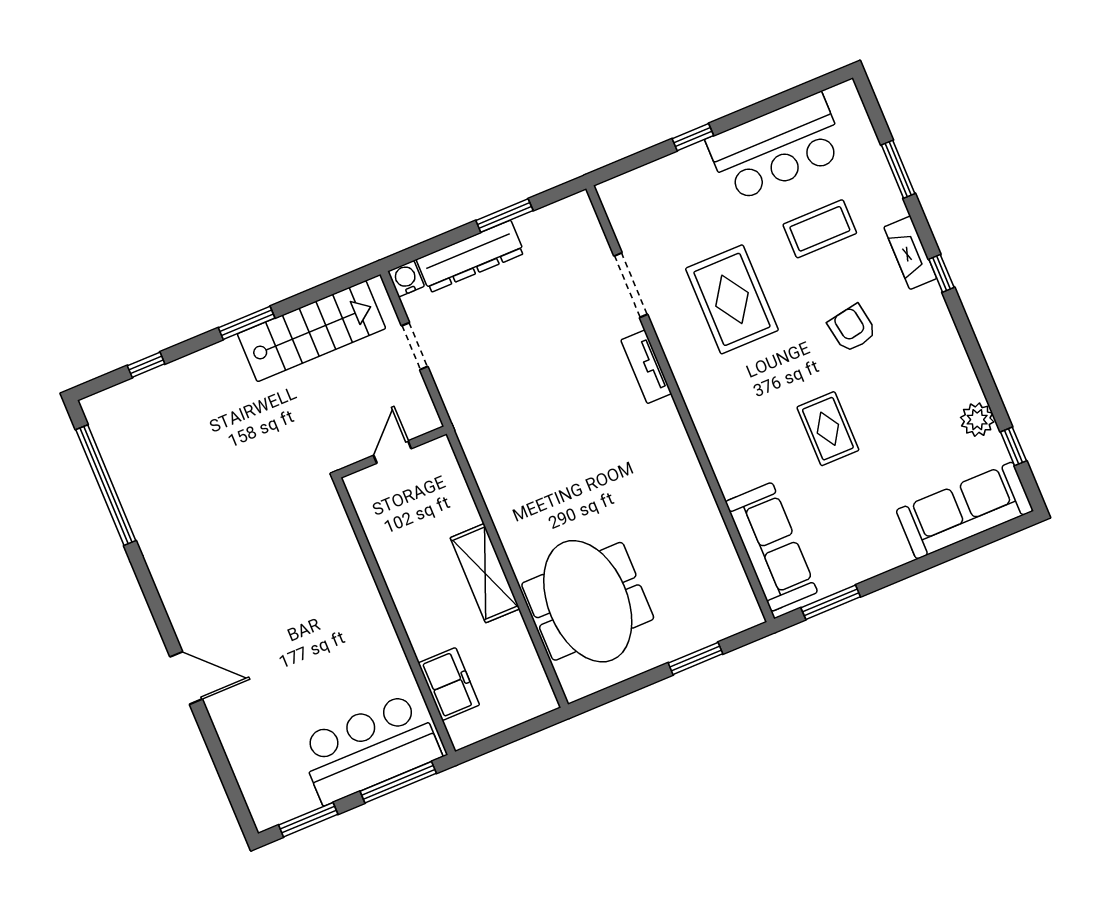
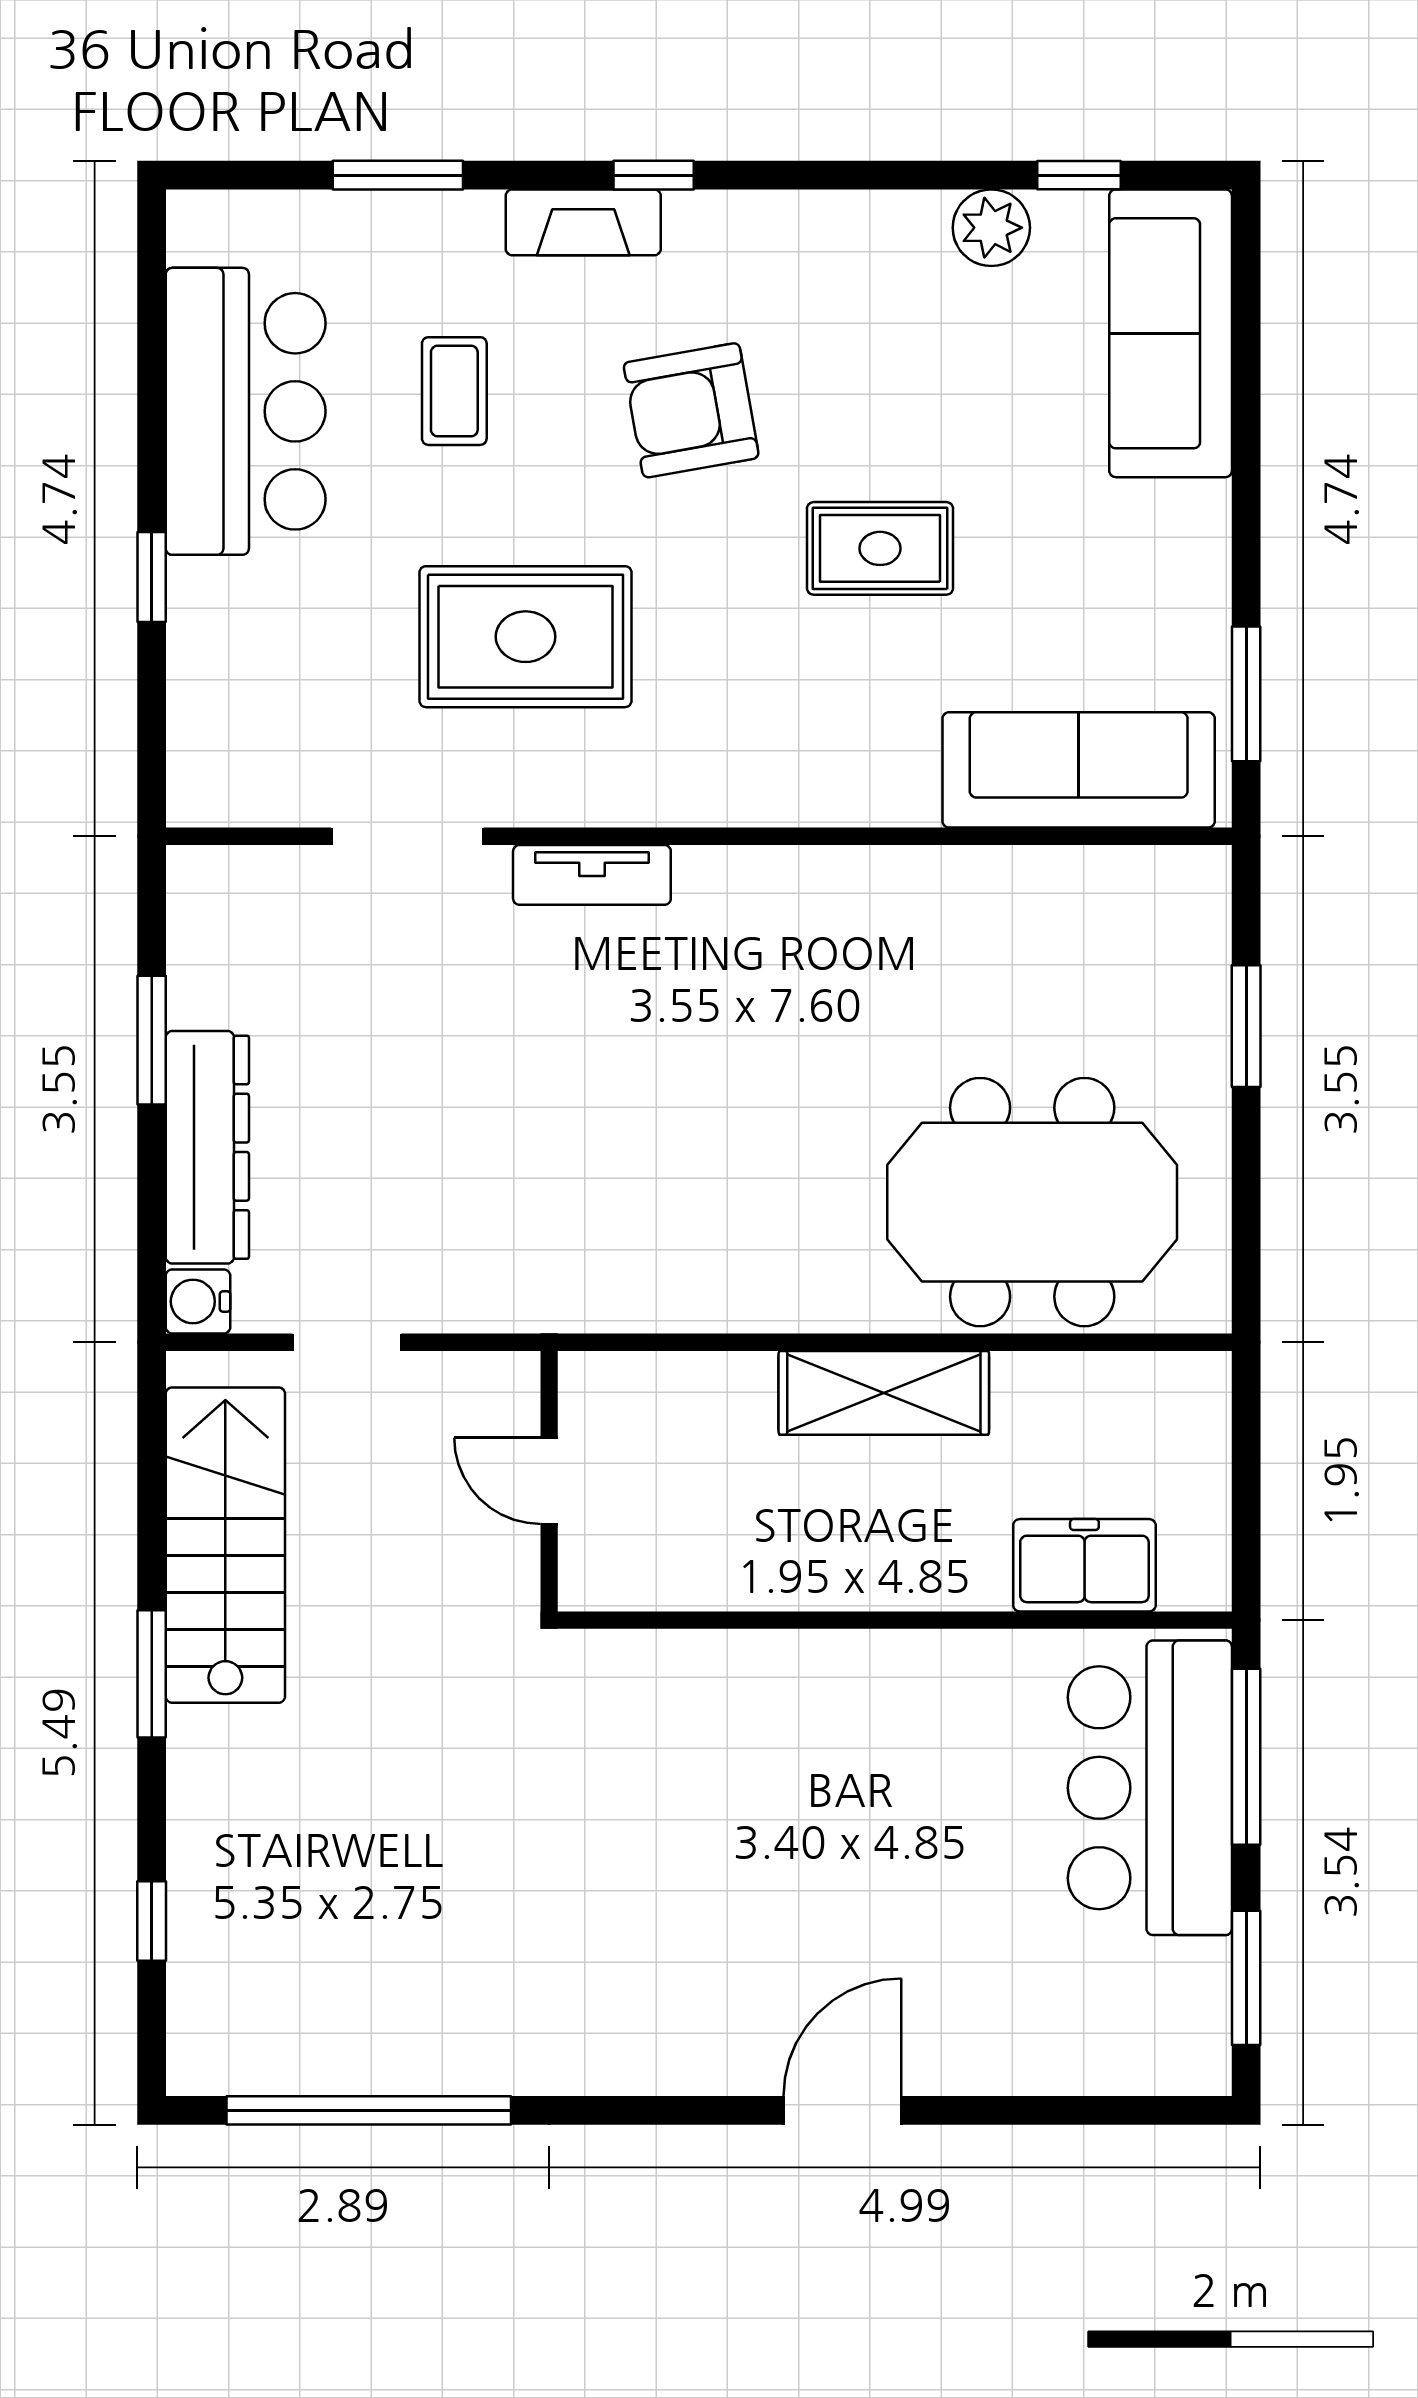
coffee table: (820, 229) -> (454, 391), width x0.73, depth x0.77
armchair: (852, 328) -> (691, 410), width x1.38, depth x1.38

